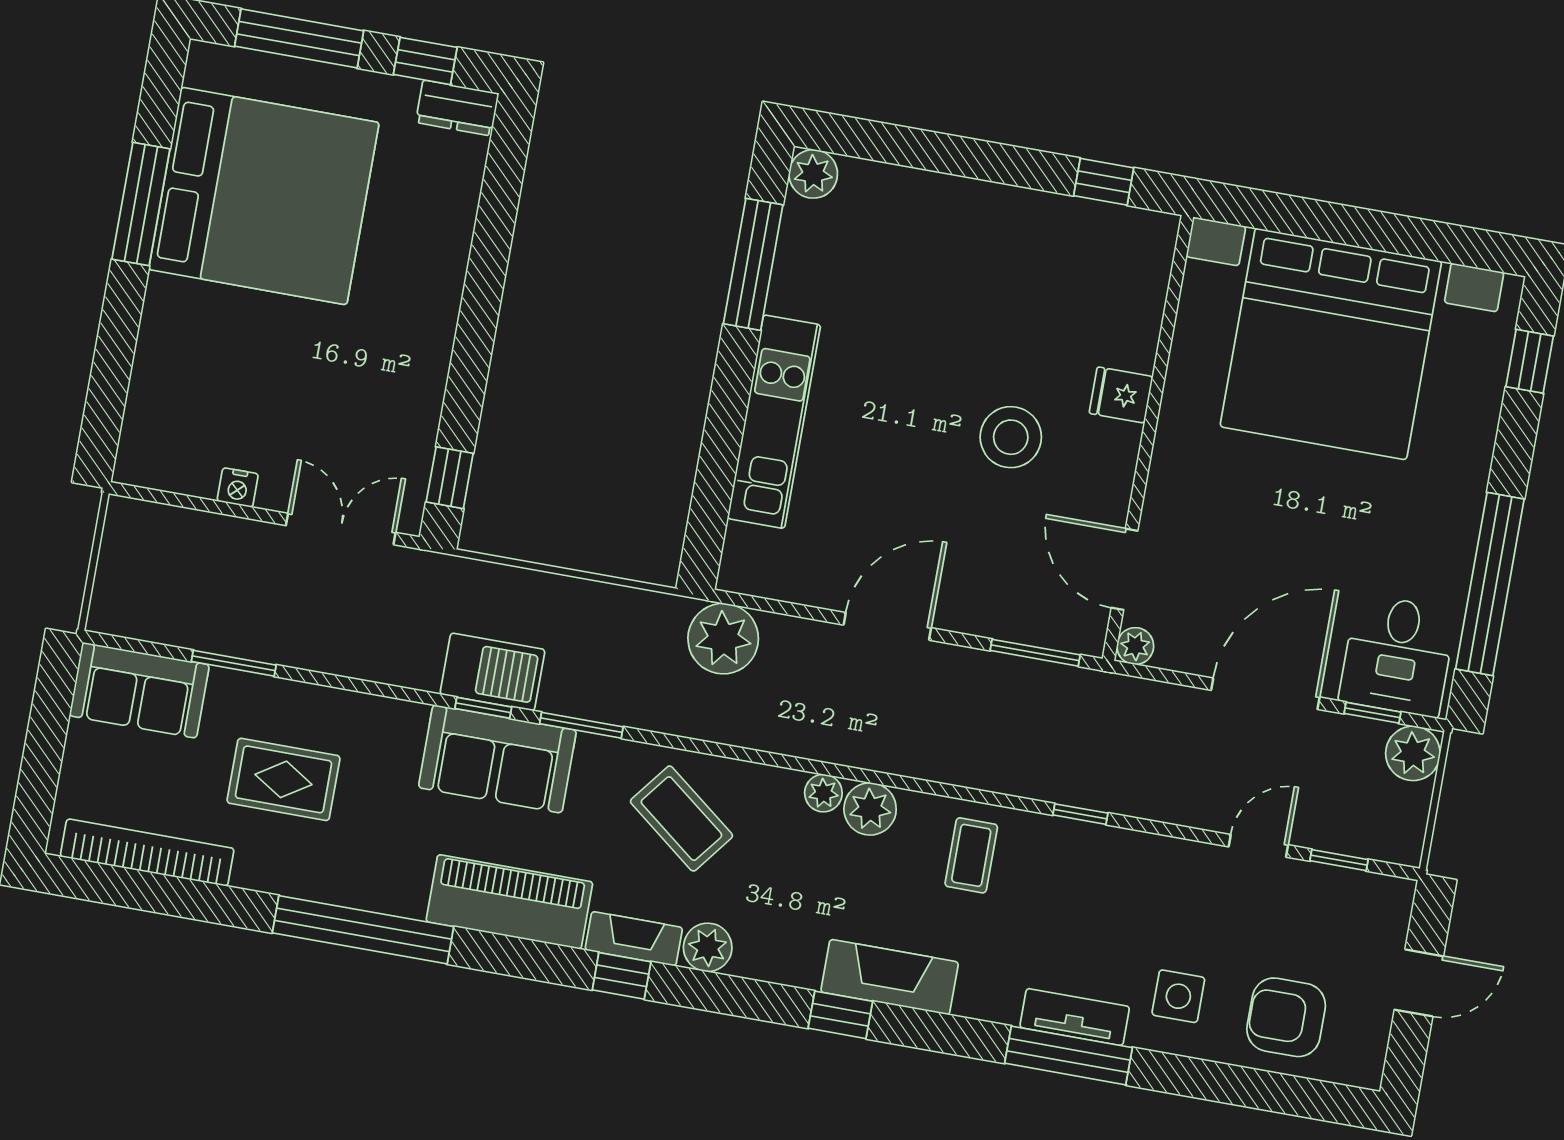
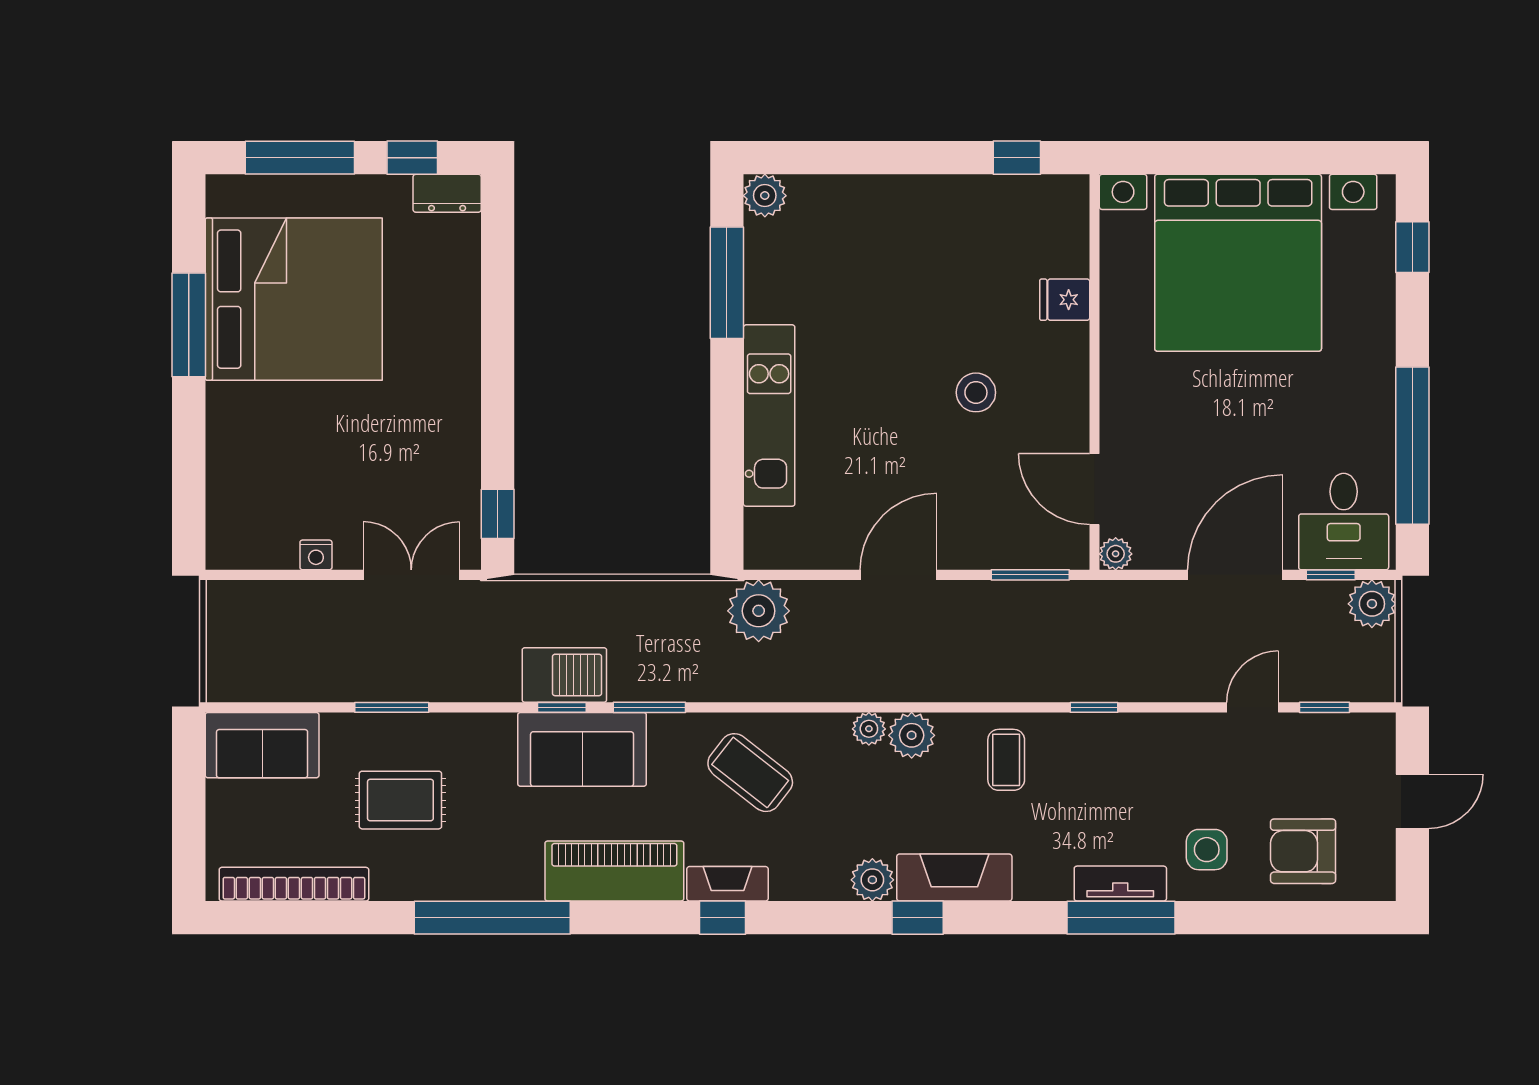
fridge: (1121, 395) -> (1065, 300), moved
stool: (1011, 437) -> (976, 392), width x0.73, depth x0.73
window: (234, 663) -> (392, 707), moved
plant: (708, 947) -> (872, 880), moved

